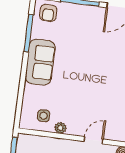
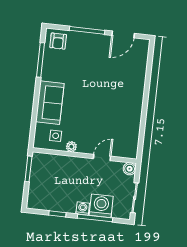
sofa: (40, 62) -> (50, 103), moved

